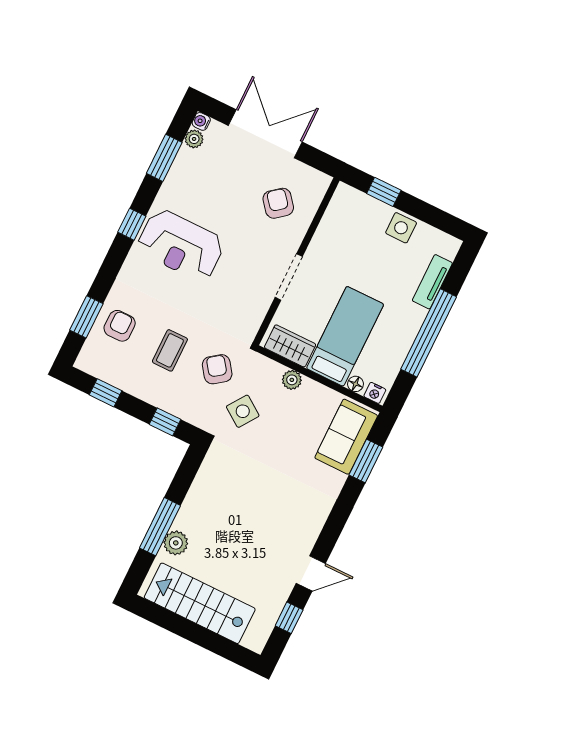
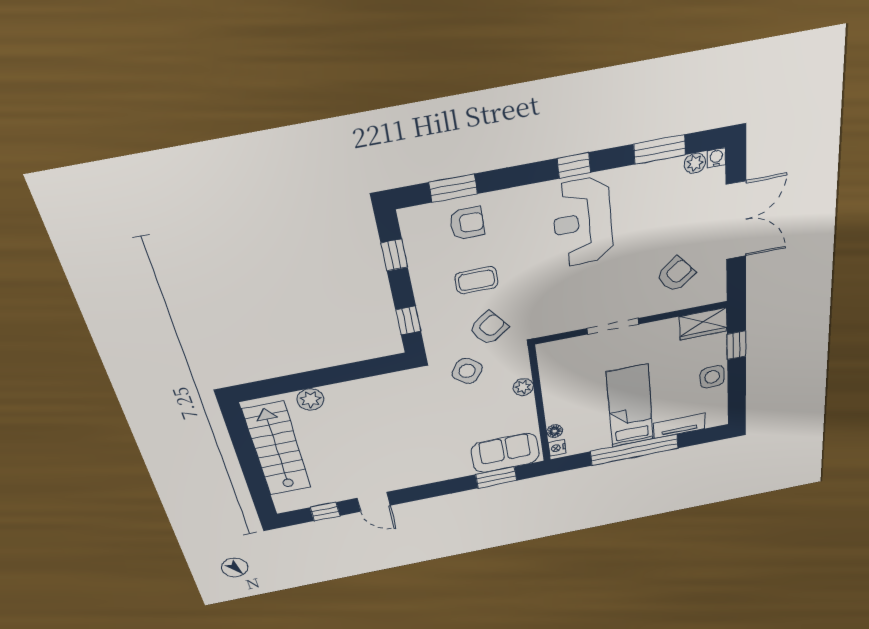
bed: (345, 336) -> (630, 406), moved, turned -90
wardrobe: (290, 346) -> (703, 324), moved, turned 90
window: (160, 527) -> (313, 379), removed

